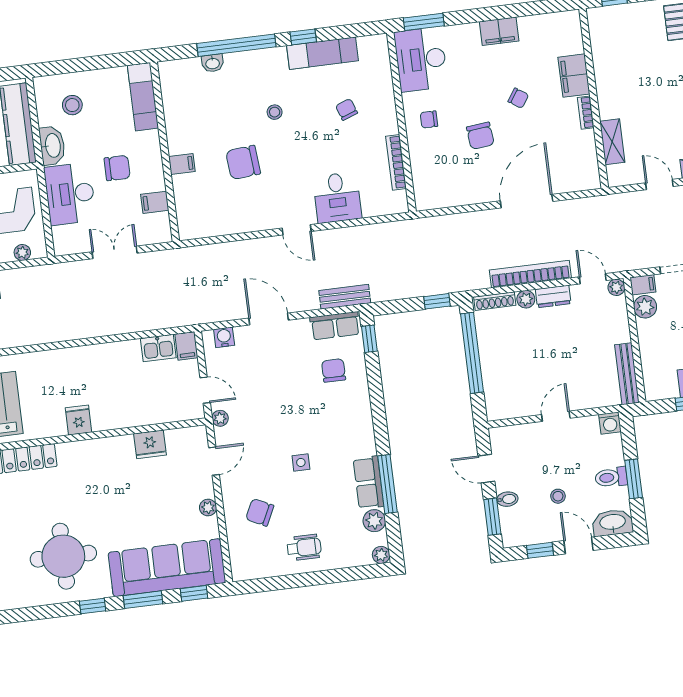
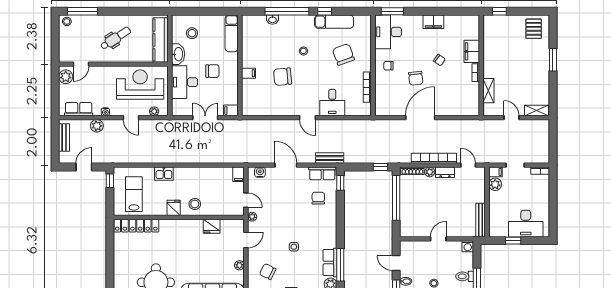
chair: (347, 109) -> (343, 54), width x1.87, depth x1.87
door: (527, 201) -> (420, 118), moved
filing cabinet: (155, 202) -> (231, 110), moved
plant: (616, 287) -> (481, 172), removed
kitchen sink: (158, 348) -> (164, 174), moved
stool: (115, 408) -> (195, 204), added

